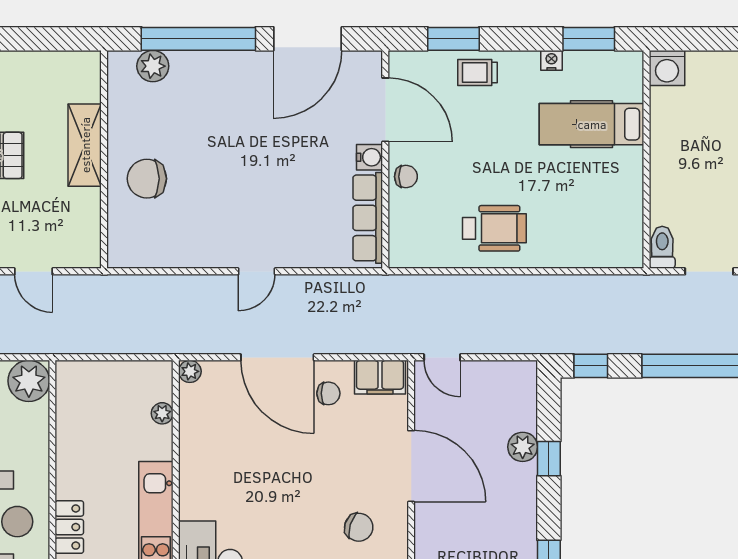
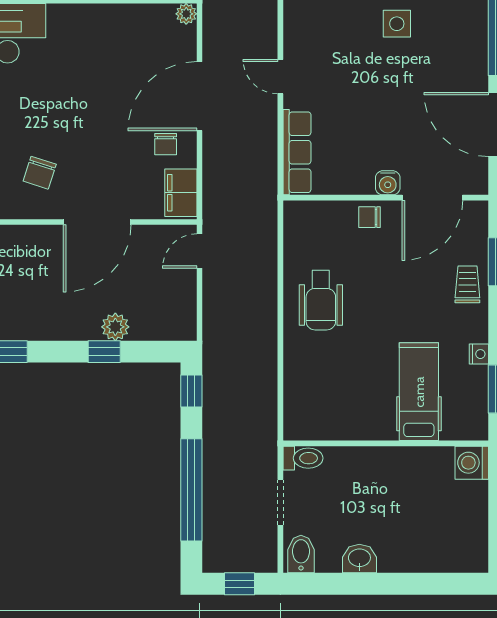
side table: (200, 148) -> (397, 24), added
chair: (406, 177) -> (370, 217), turned 90
row of seats: (368, 218) -> (297, 152), moved, turned 90

